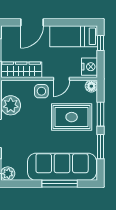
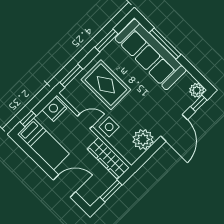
floor lamp: (91, 86) -> (68, 93), removed
window: (101, 114) -> (71, 76), moved

